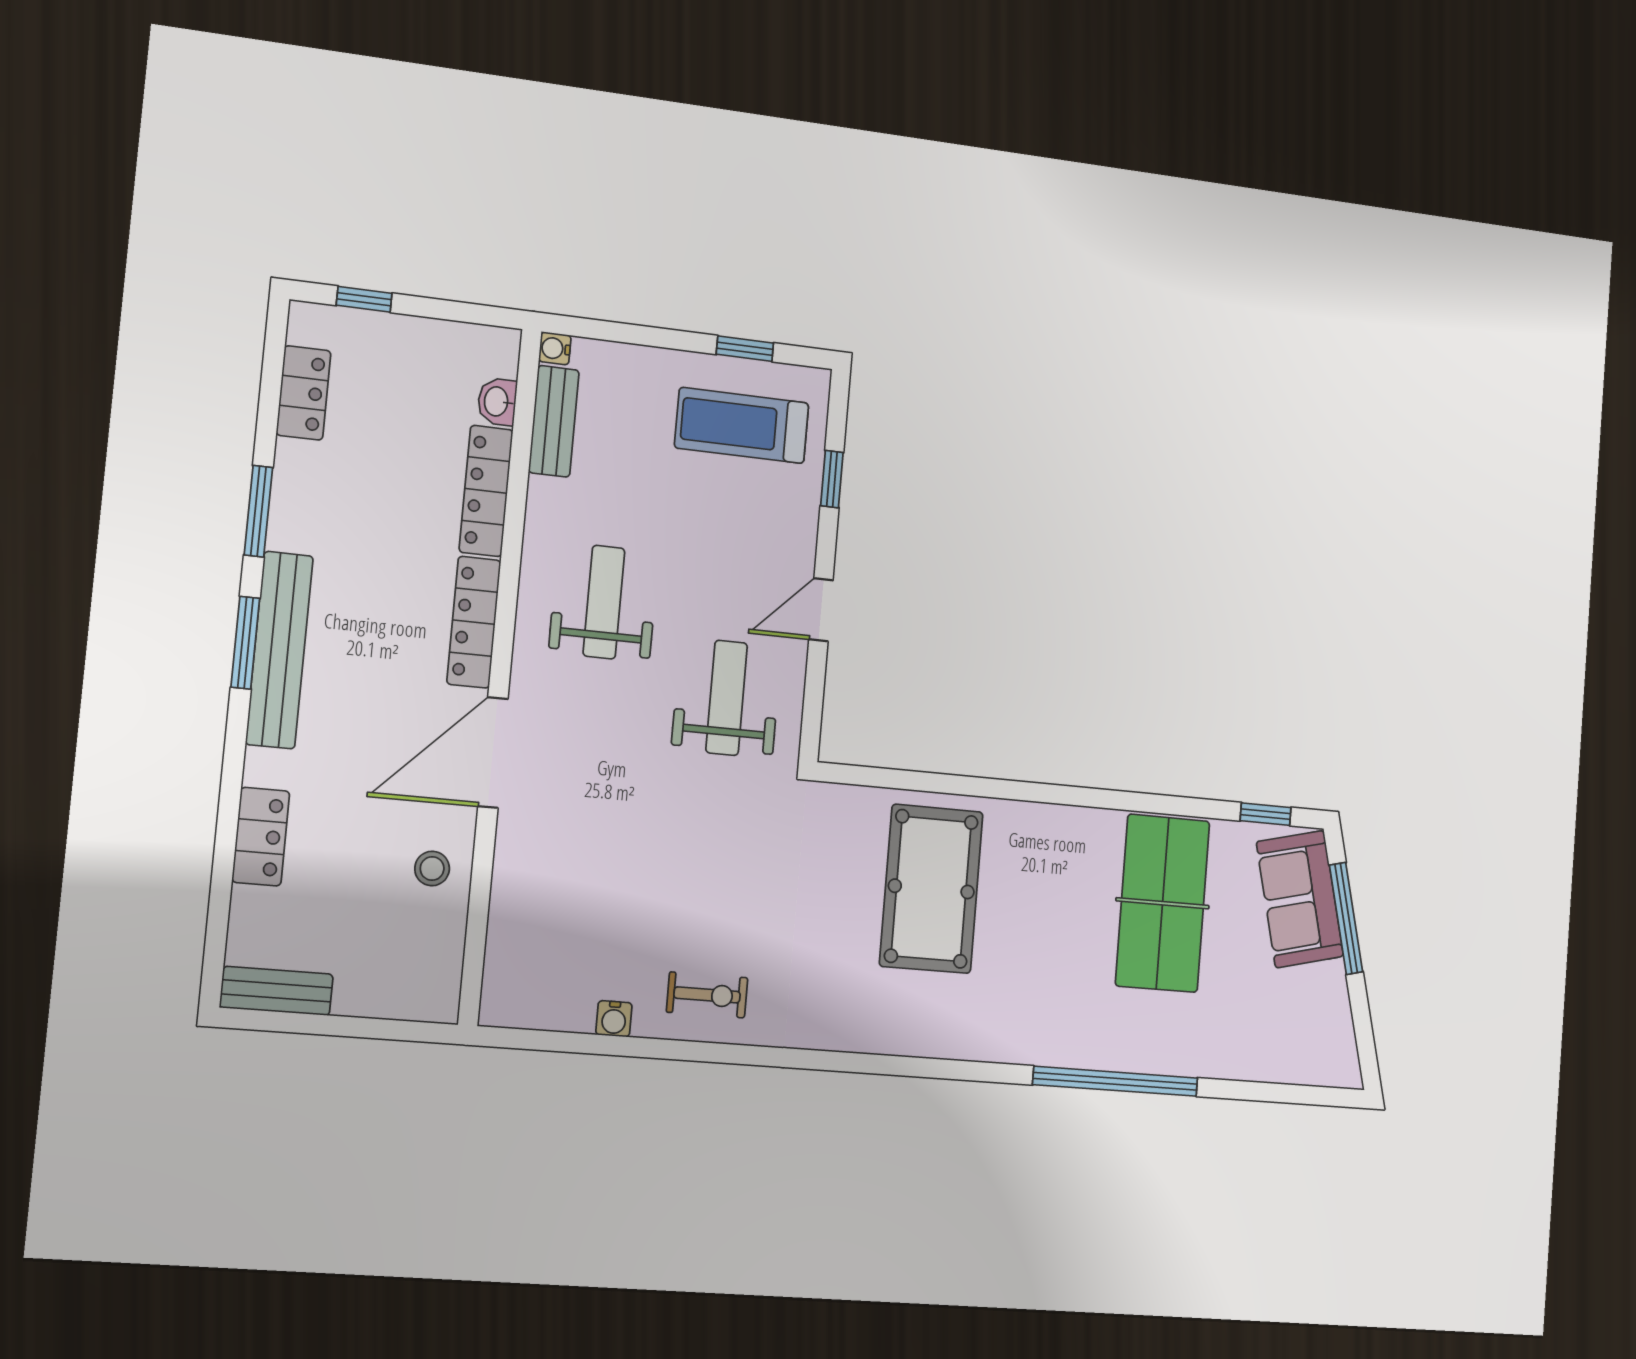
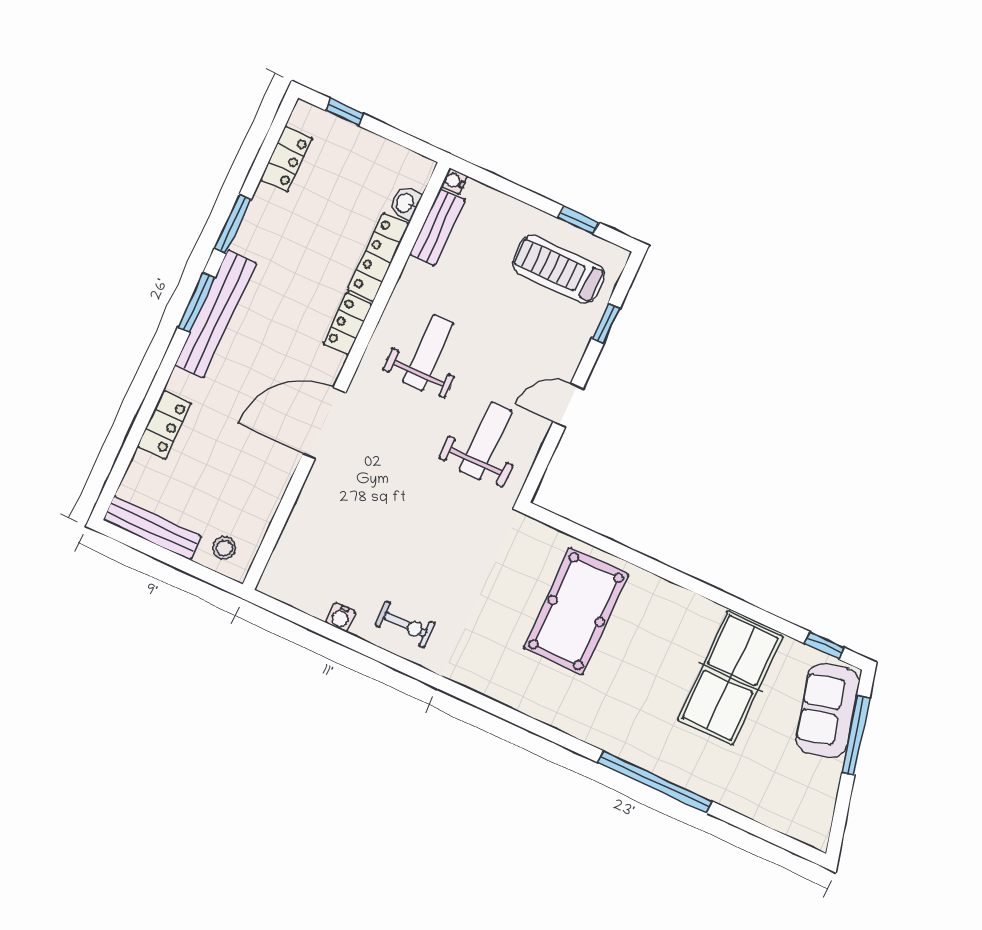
locker: (474, 622) -> (348, 324), width x0.66
stool: (432, 869) -> (224, 548), moved
bench: (276, 991) -> (152, 528), width x1.36

